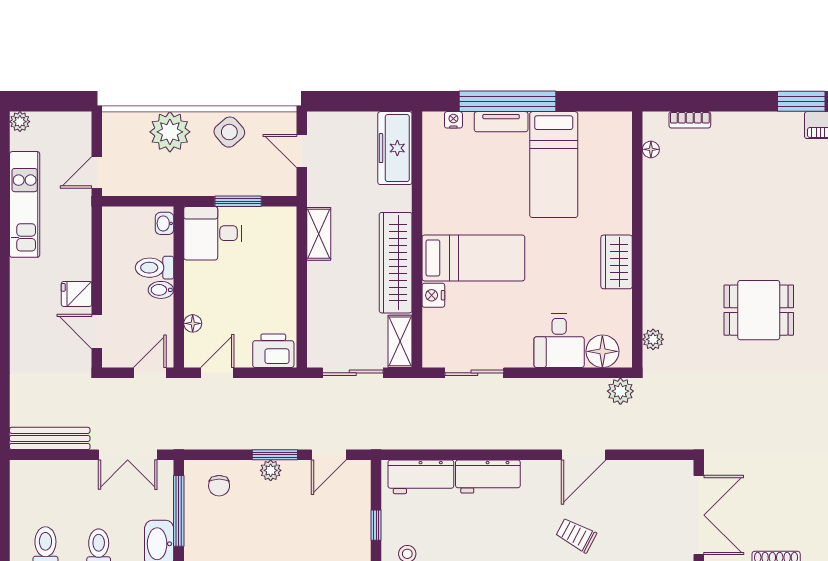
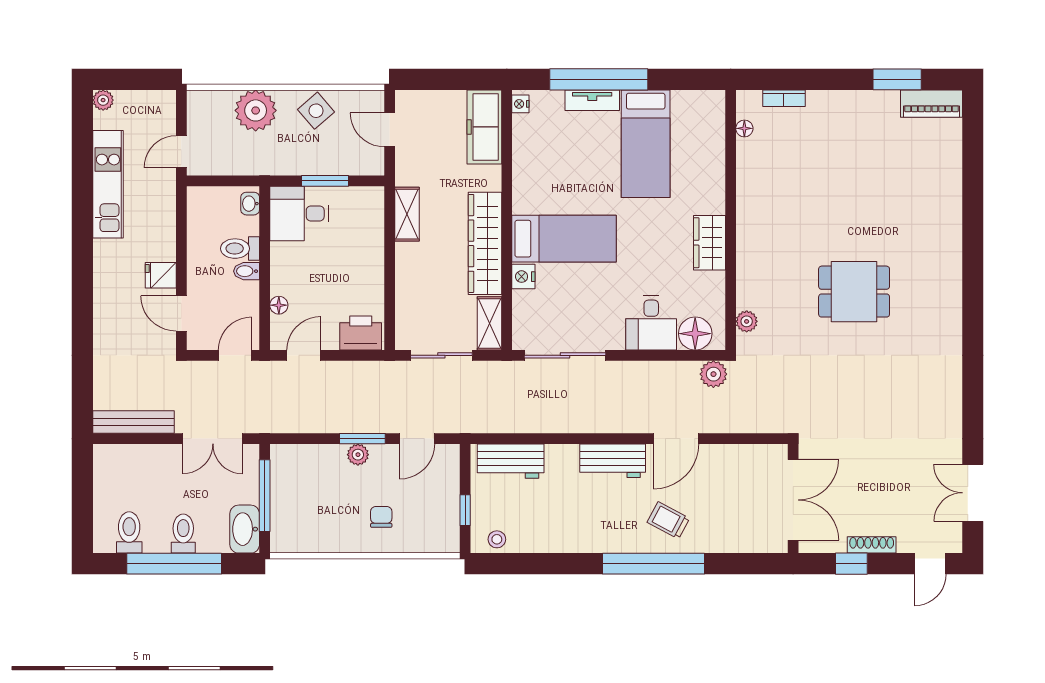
nightstand: (453, 120) -> (520, 104), moved, turned -90
sliding door: (474, 373) -> (565, 355), width x1.37
workbench: (488, 477) -> (613, 461), moved
chair: (219, 486) -> (381, 517), moved, turned 180

